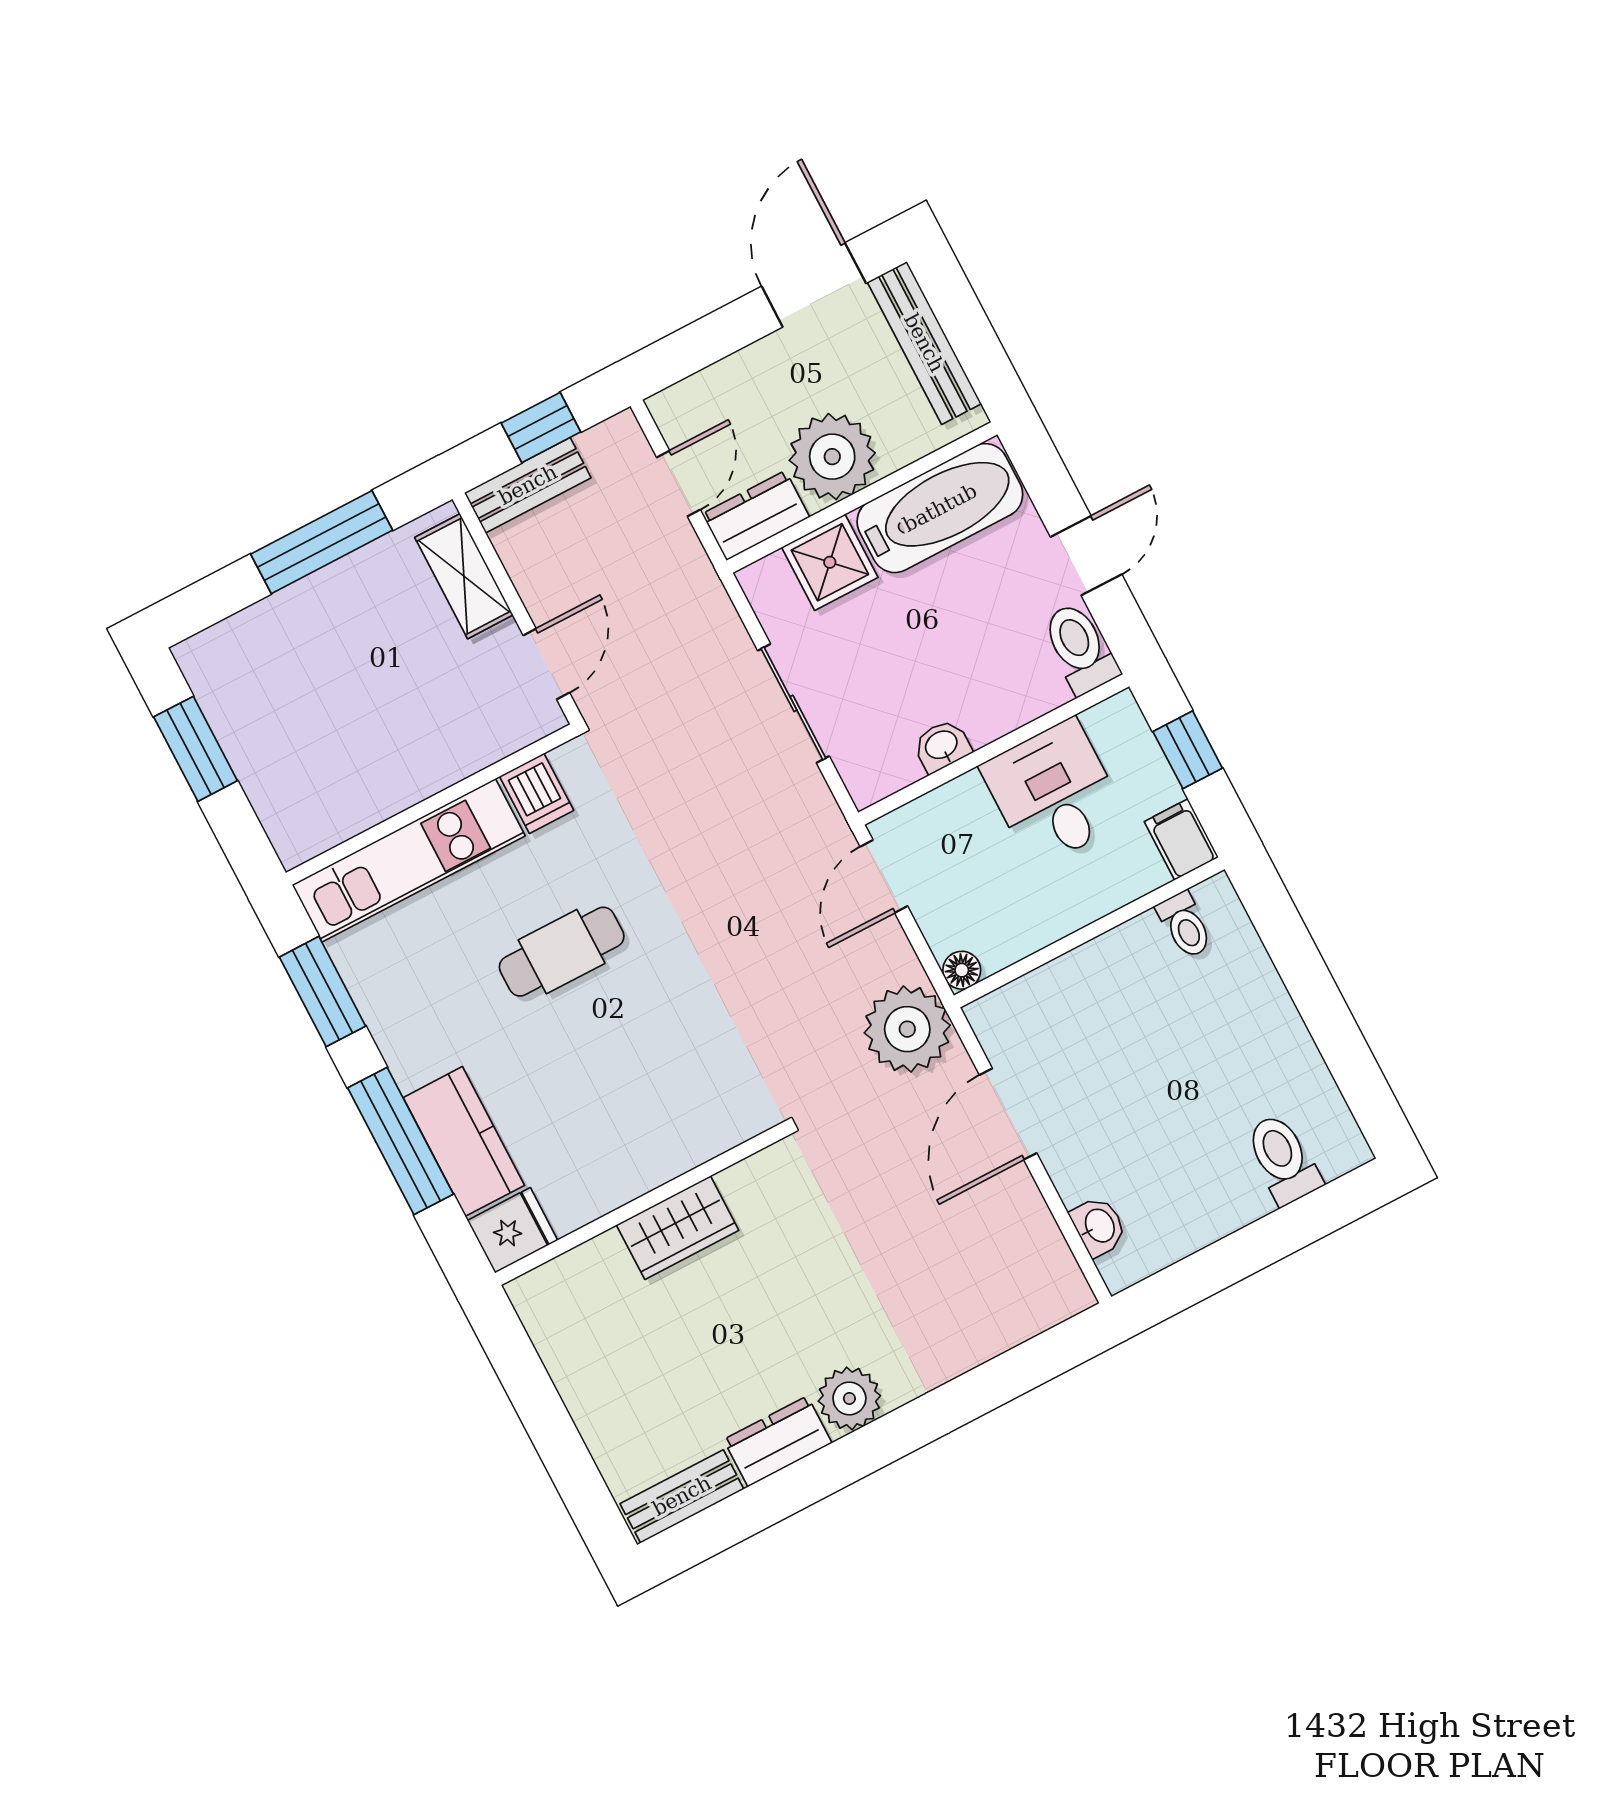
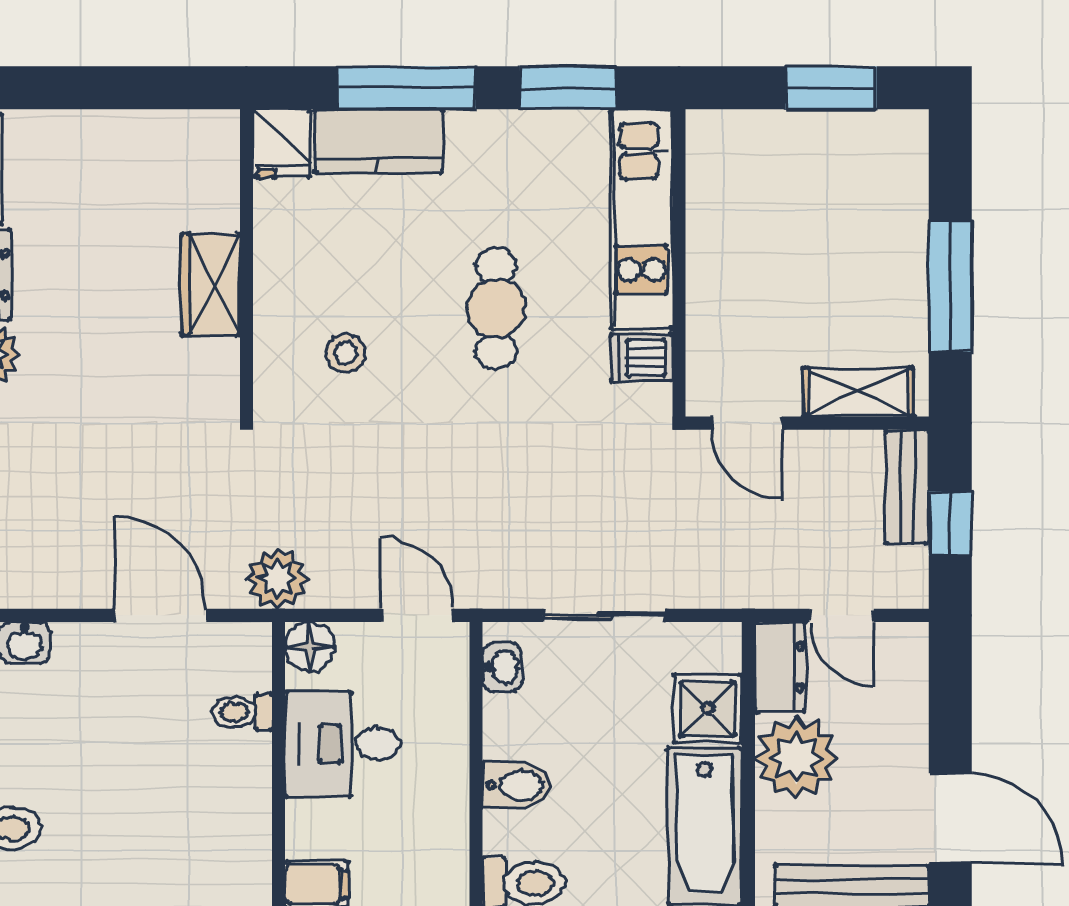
bidet: (993, 702) -> (516, 785), added
washbasin: (942, 746) -> (502, 667), moved
desk: (1054, 793) -> (342, 744), moved, turned 180
toilet: (1185, 925) -> (242, 712), moved
floor lamp: (962, 970) -> (310, 647), width x1.37, depth x1.37
plant: (907, 1029) -> (277, 579), width x0.73, depth x0.73
stool: (676, 1070) -> (346, 353), added

